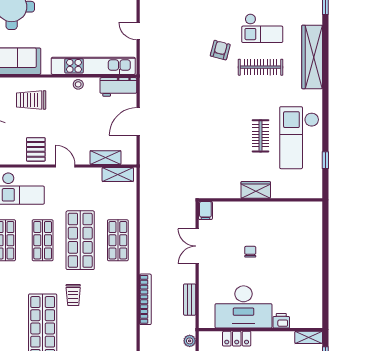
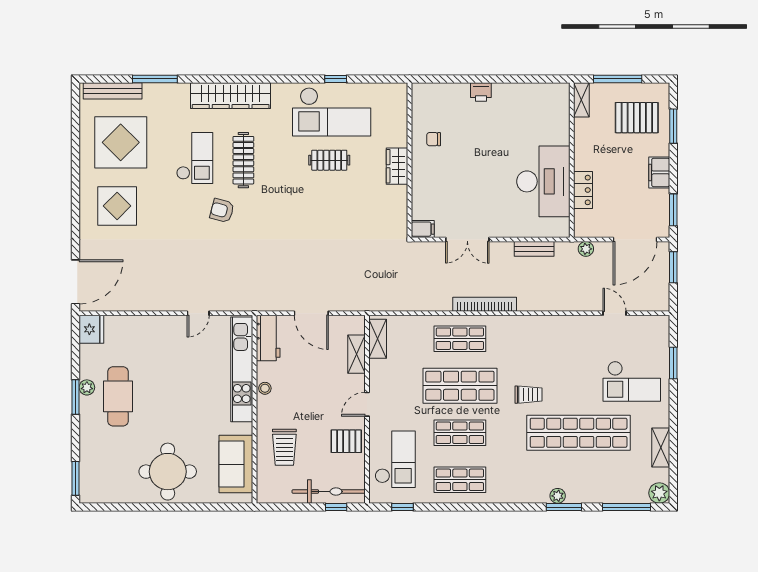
window: (325, 160) -> (336, 79), moved
chair: (250, 252) -> (434, 139), moved
bookcase: (145, 299) -> (485, 304), moved
printer: (281, 321) -> (481, 92), moved, turned -90

